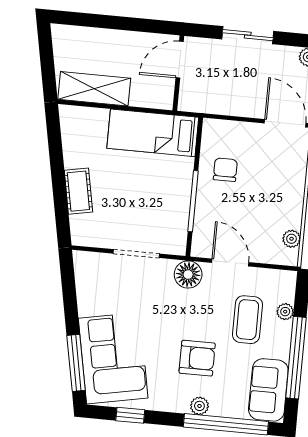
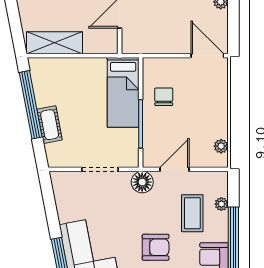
bed: (153, 133) -> (123, 92), moved, turned -90
window: (57, 164) -> (31, 105), added
door: (230, 262) -> (175, 169), hinge flipped

